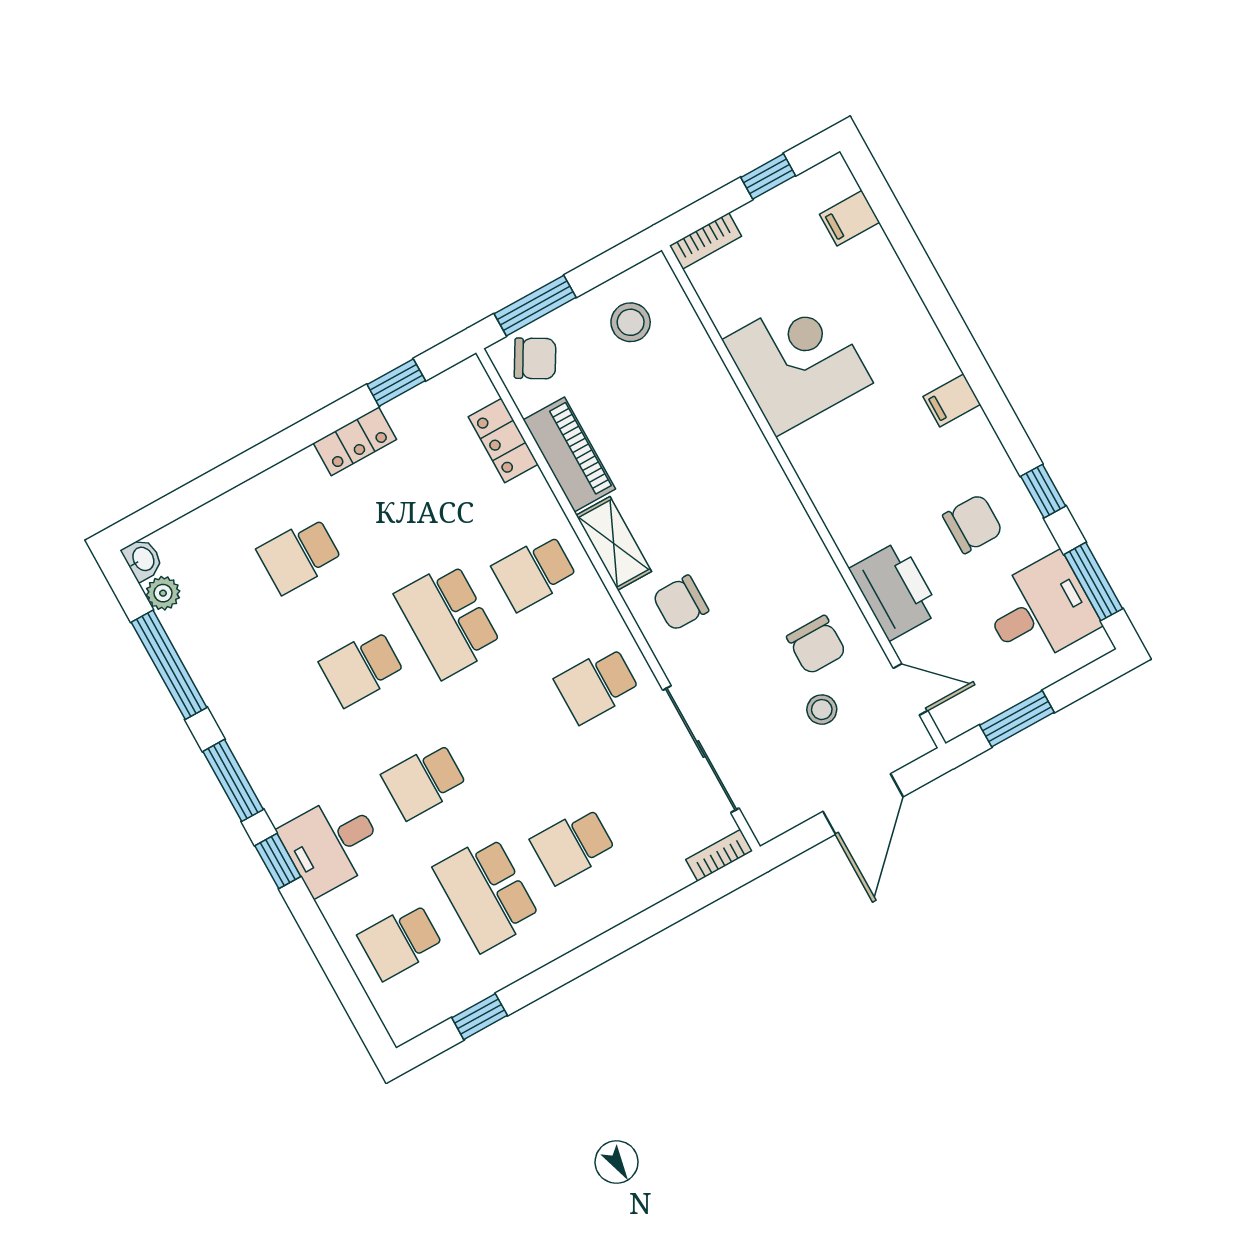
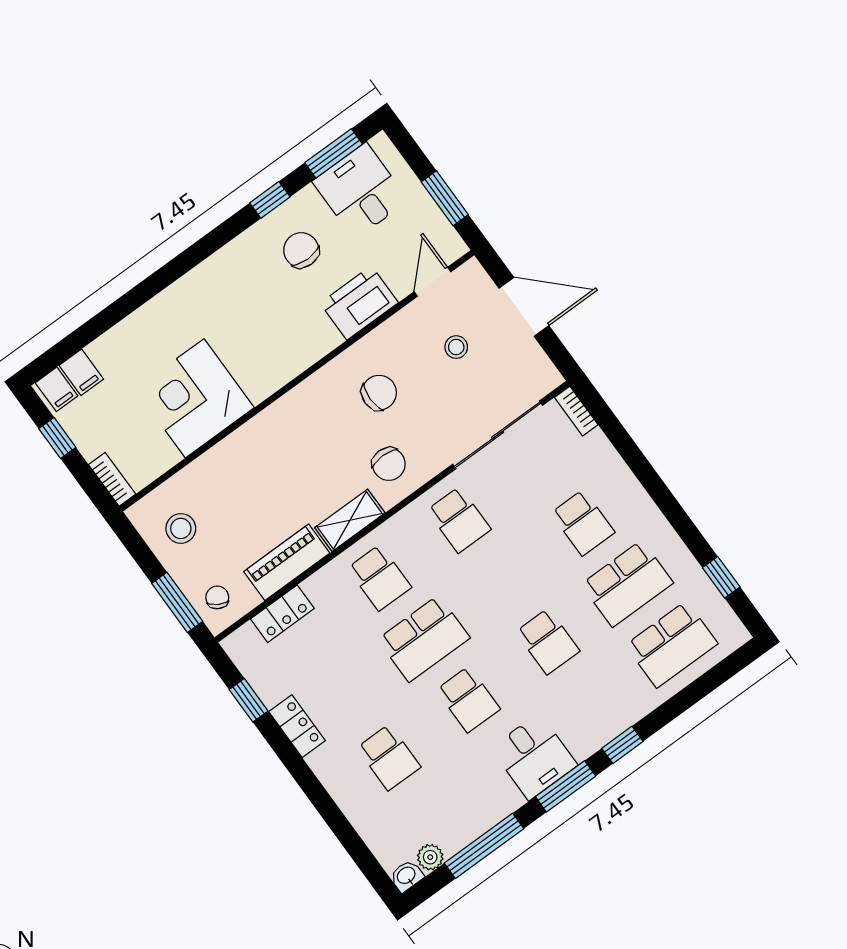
chair: (535, 358) -> (217, 597), width x0.73, depth x0.73
filing cabinet: (952, 400) -> (57, 389), moved
chair: (816, 645) -> (379, 393), moved
desk: (332, 844) -> (534, 757), moved
school desk: (400, 941) -> (672, 644), width x1.85

